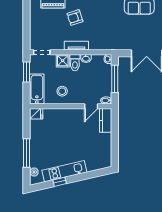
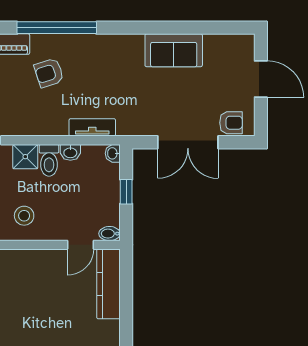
tv unit: (76, 46) -> (92, 127), moved
window: (115, 79) -> (126, 192), width x0.46
kitchen counter: (106, 120) -> (108, 284), width x1.50

